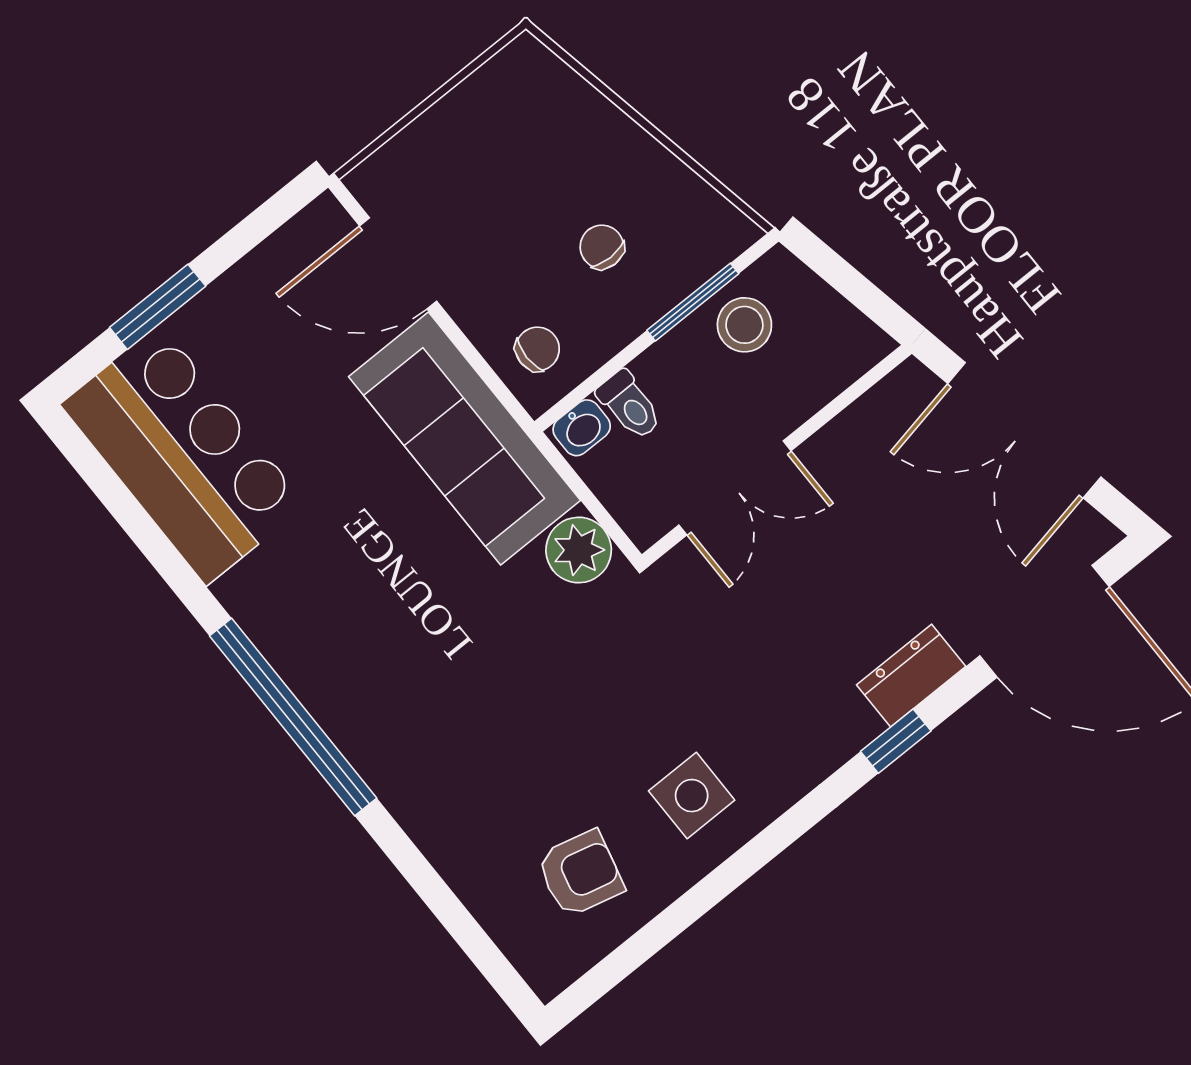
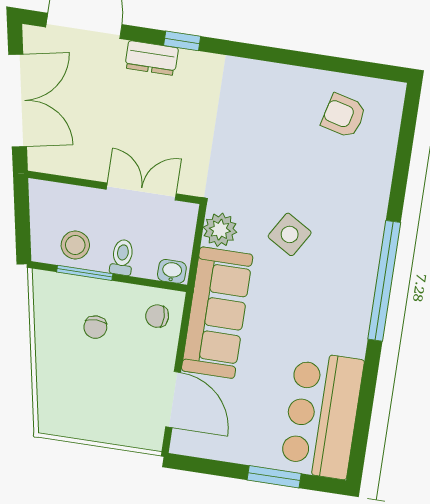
toilet: (630, 405) -> (122, 257), moved
side table: (692, 796) -> (290, 234), moved, turned 31

